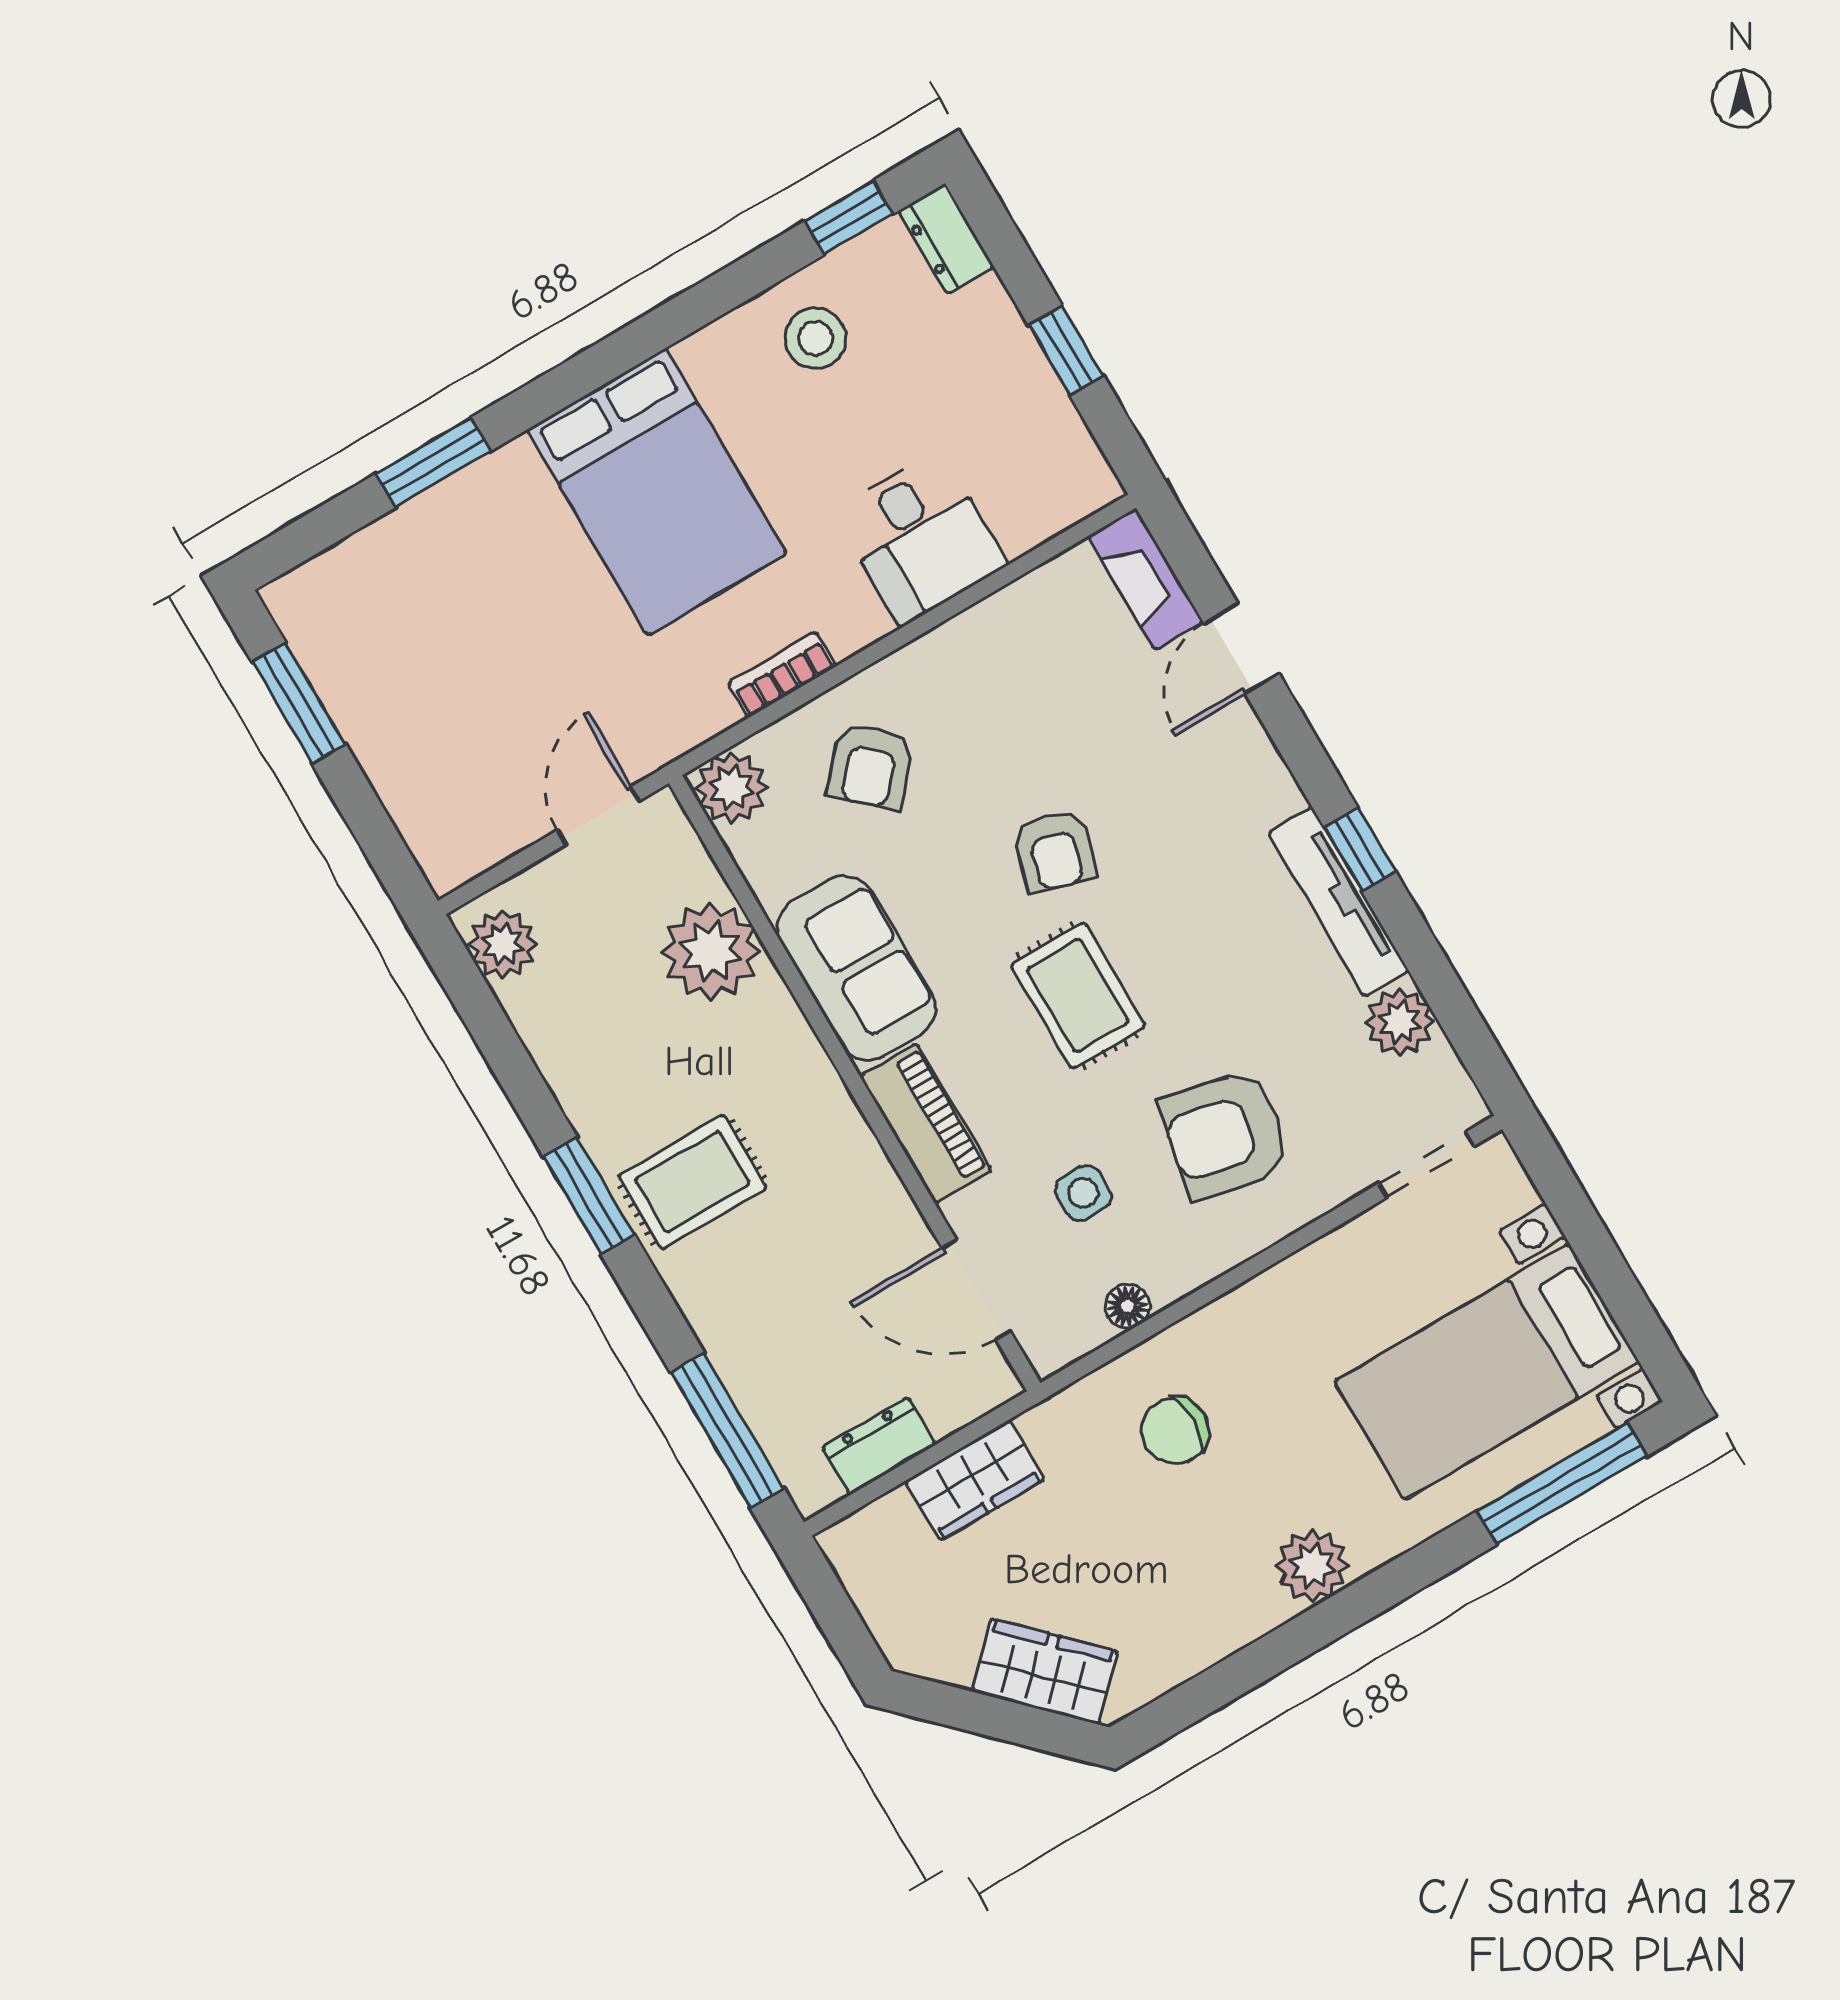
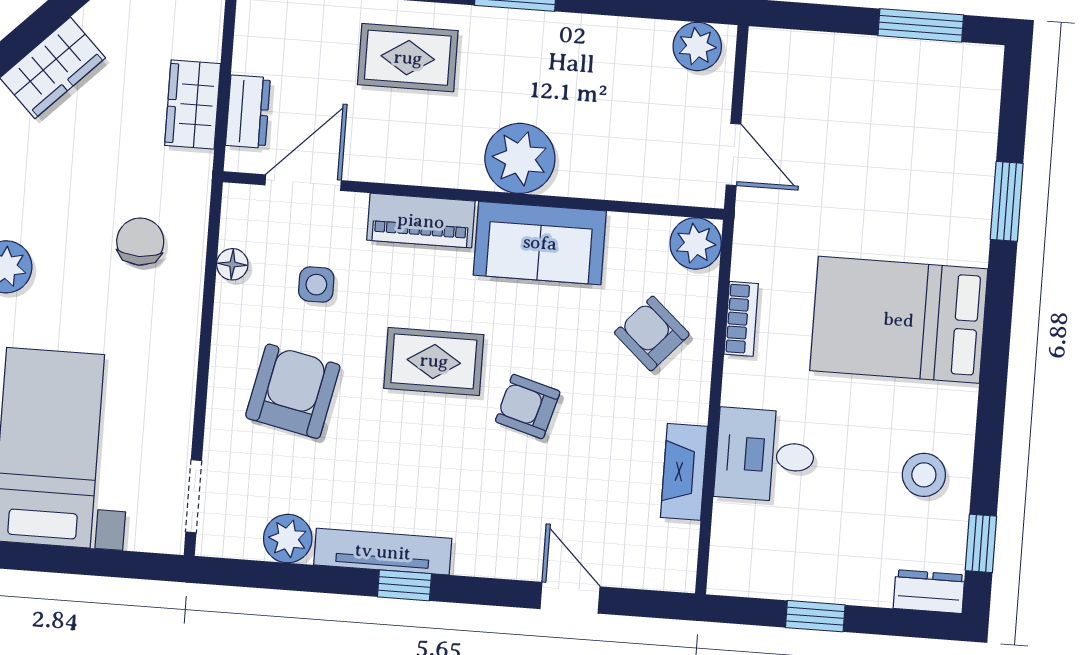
fireplace: (1145, 579) -> (684, 472), moved, turned -90
plant: (711, 951) -> (520, 158), moved
rug: (693, 1182) -> (408, 58), moved, turned 90
dresser: (879, 1446) -> (248, 112), moved

